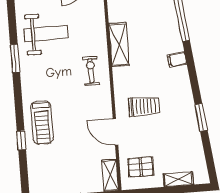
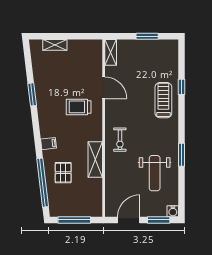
weight bench: (46, 34) -> (155, 173), turned -90
pallet: (141, 167) -> (63, 173), moved, turned 90

